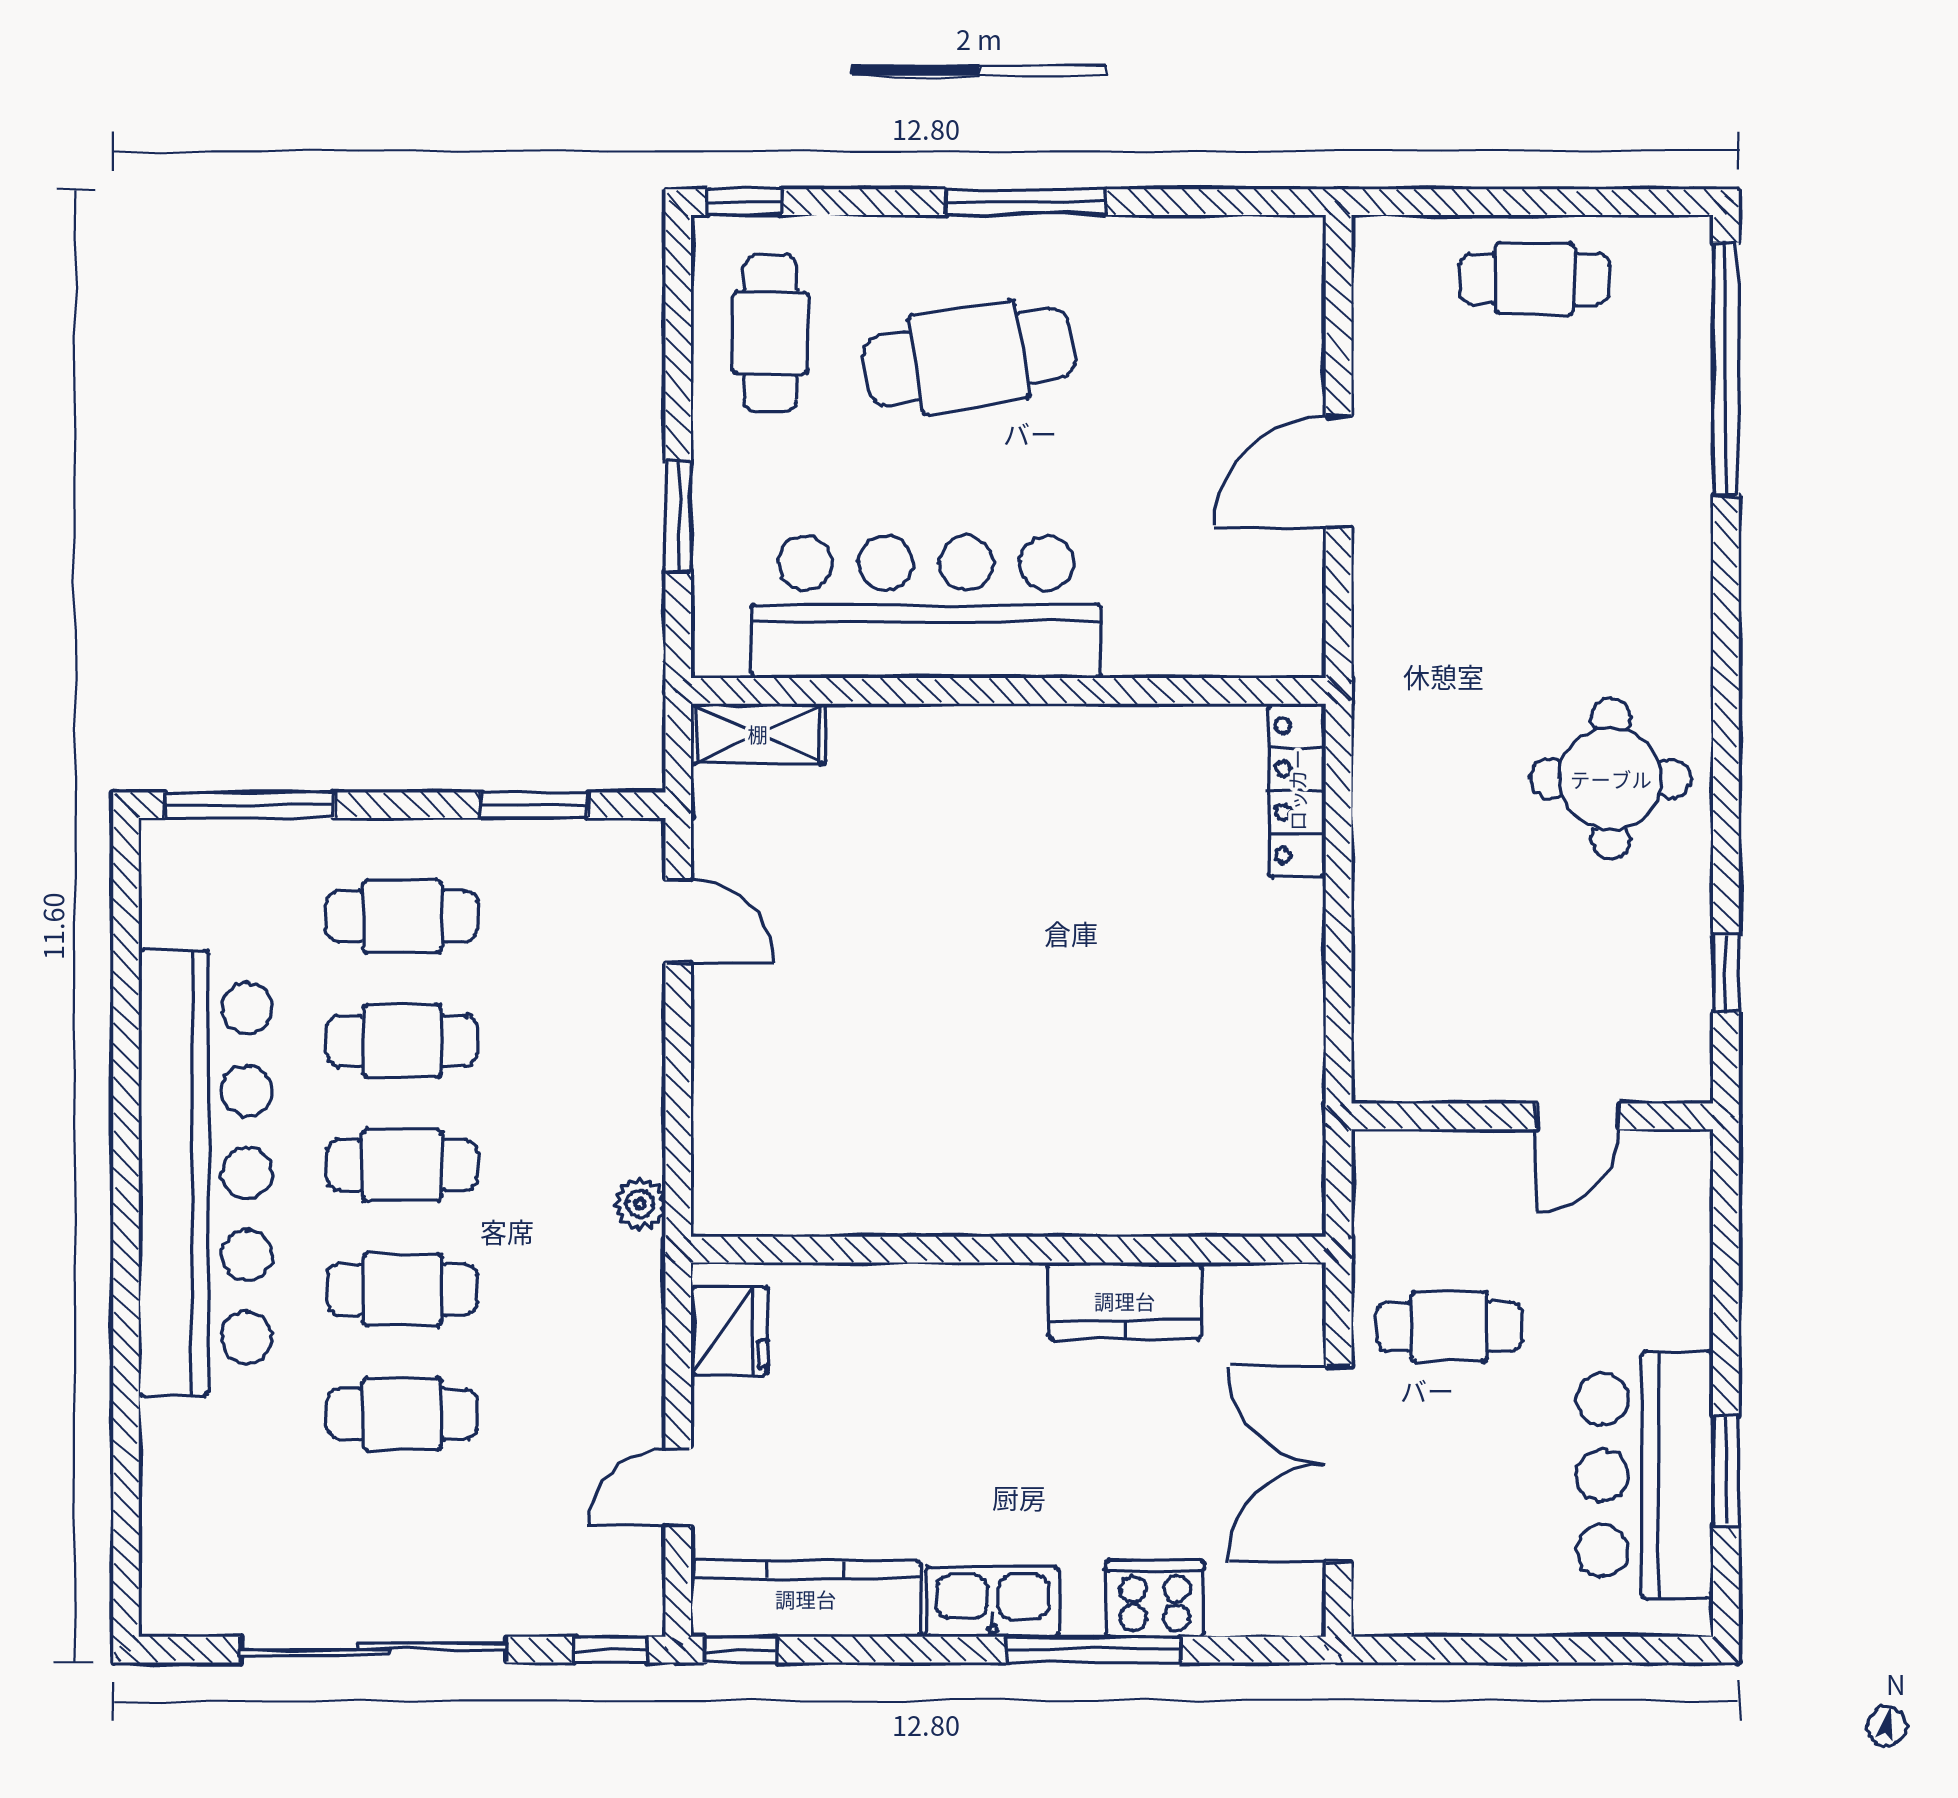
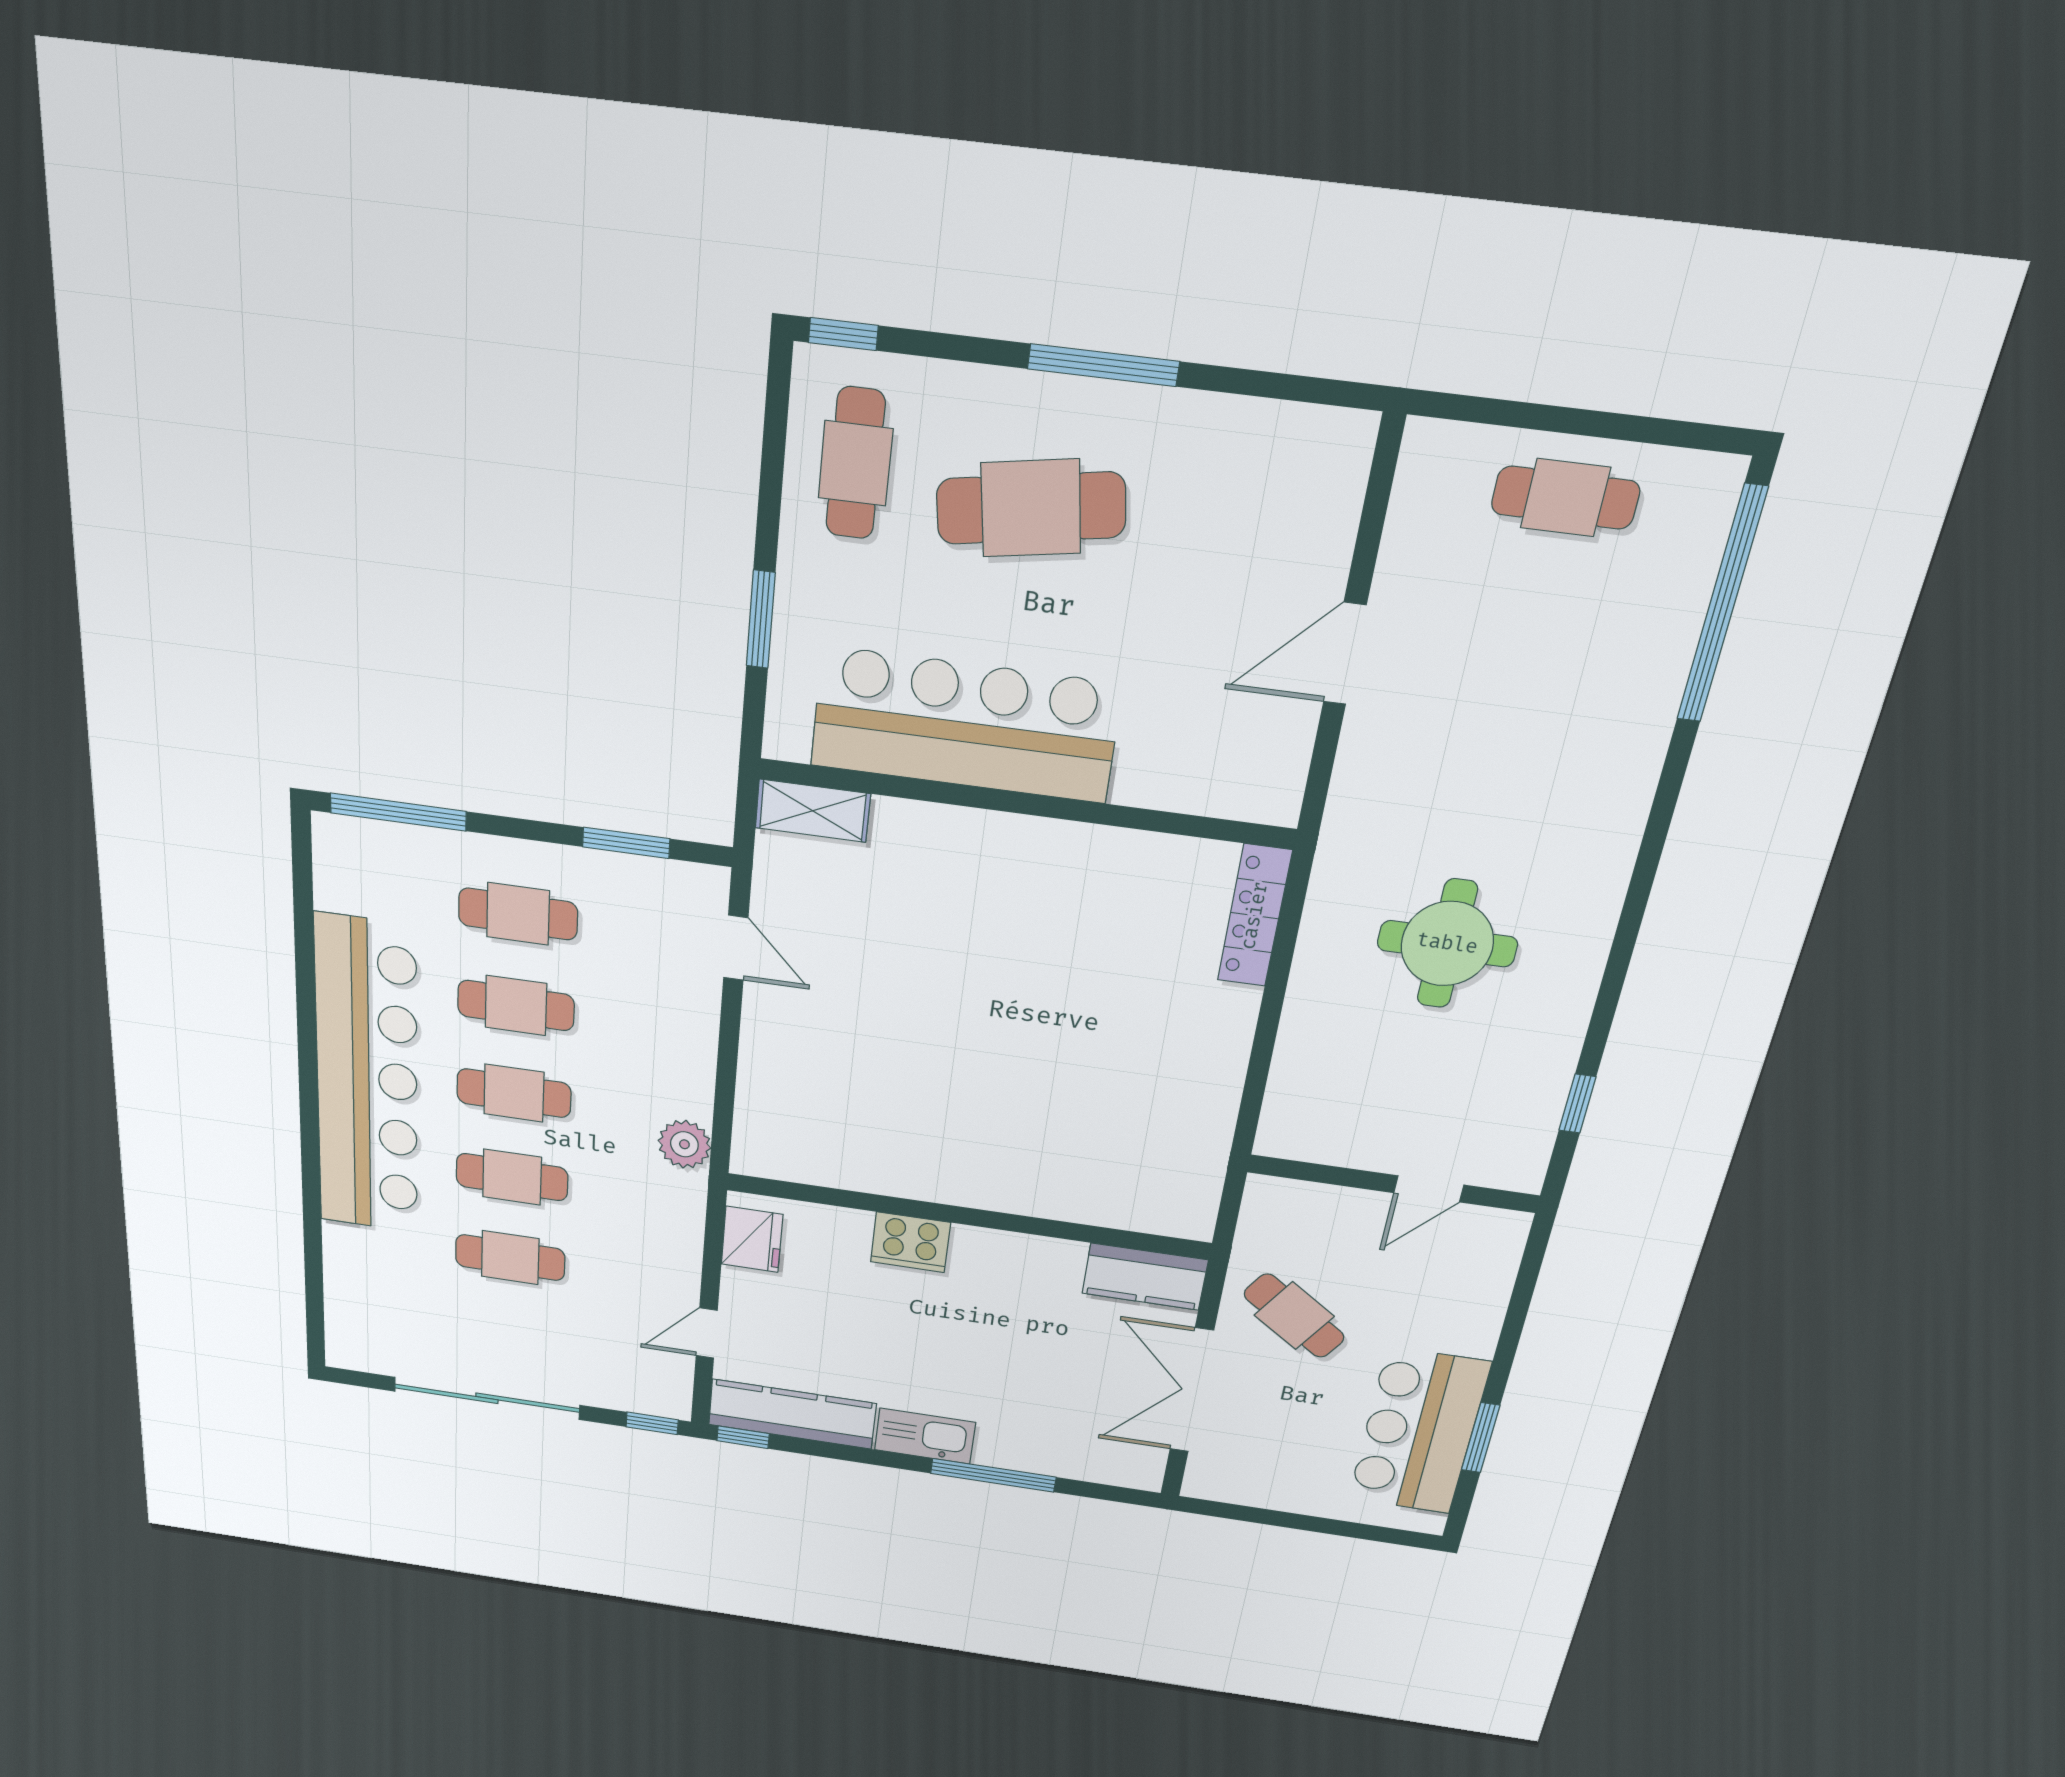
round table: (1611, 779) -> (1447, 944), moved
plant: (640, 1204) -> (684, 1144), width x1.38, depth x1.38
kitchen counter: (1125, 1301) -> (1145, 1277), moved
cafe table: (1449, 1327) -> (1294, 1316), turned 34
cooker: (1155, 1599) -> (910, 1242), moved, turned 180

